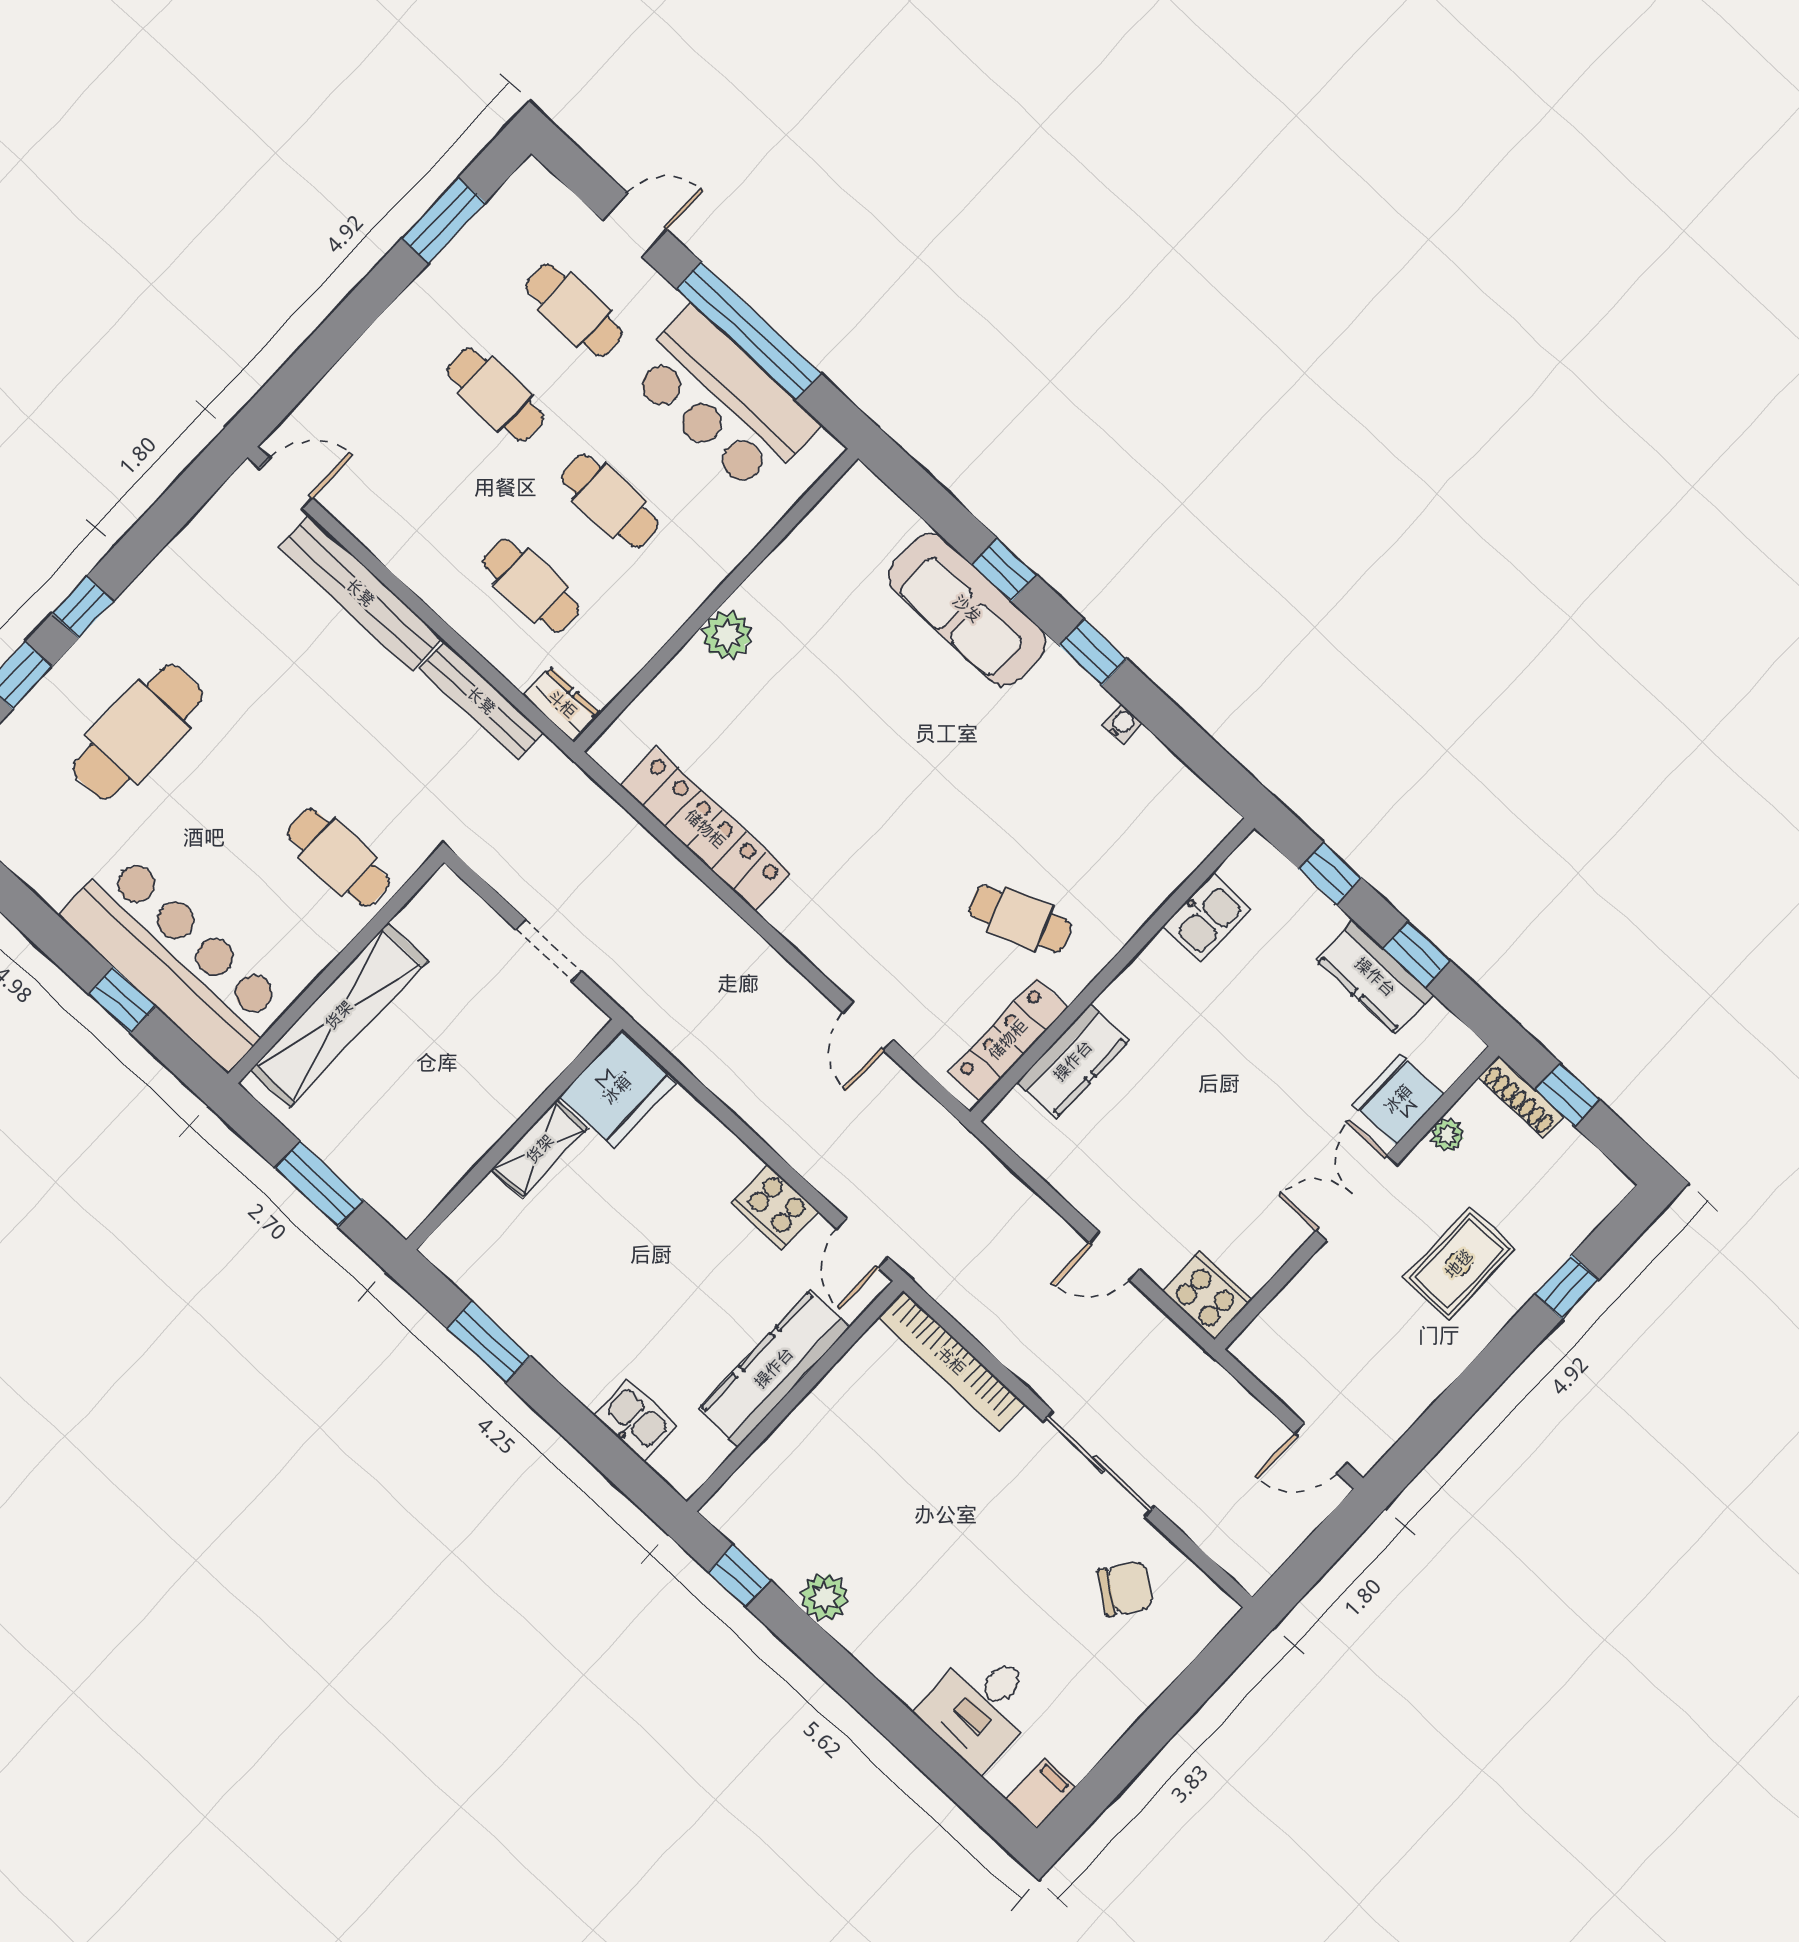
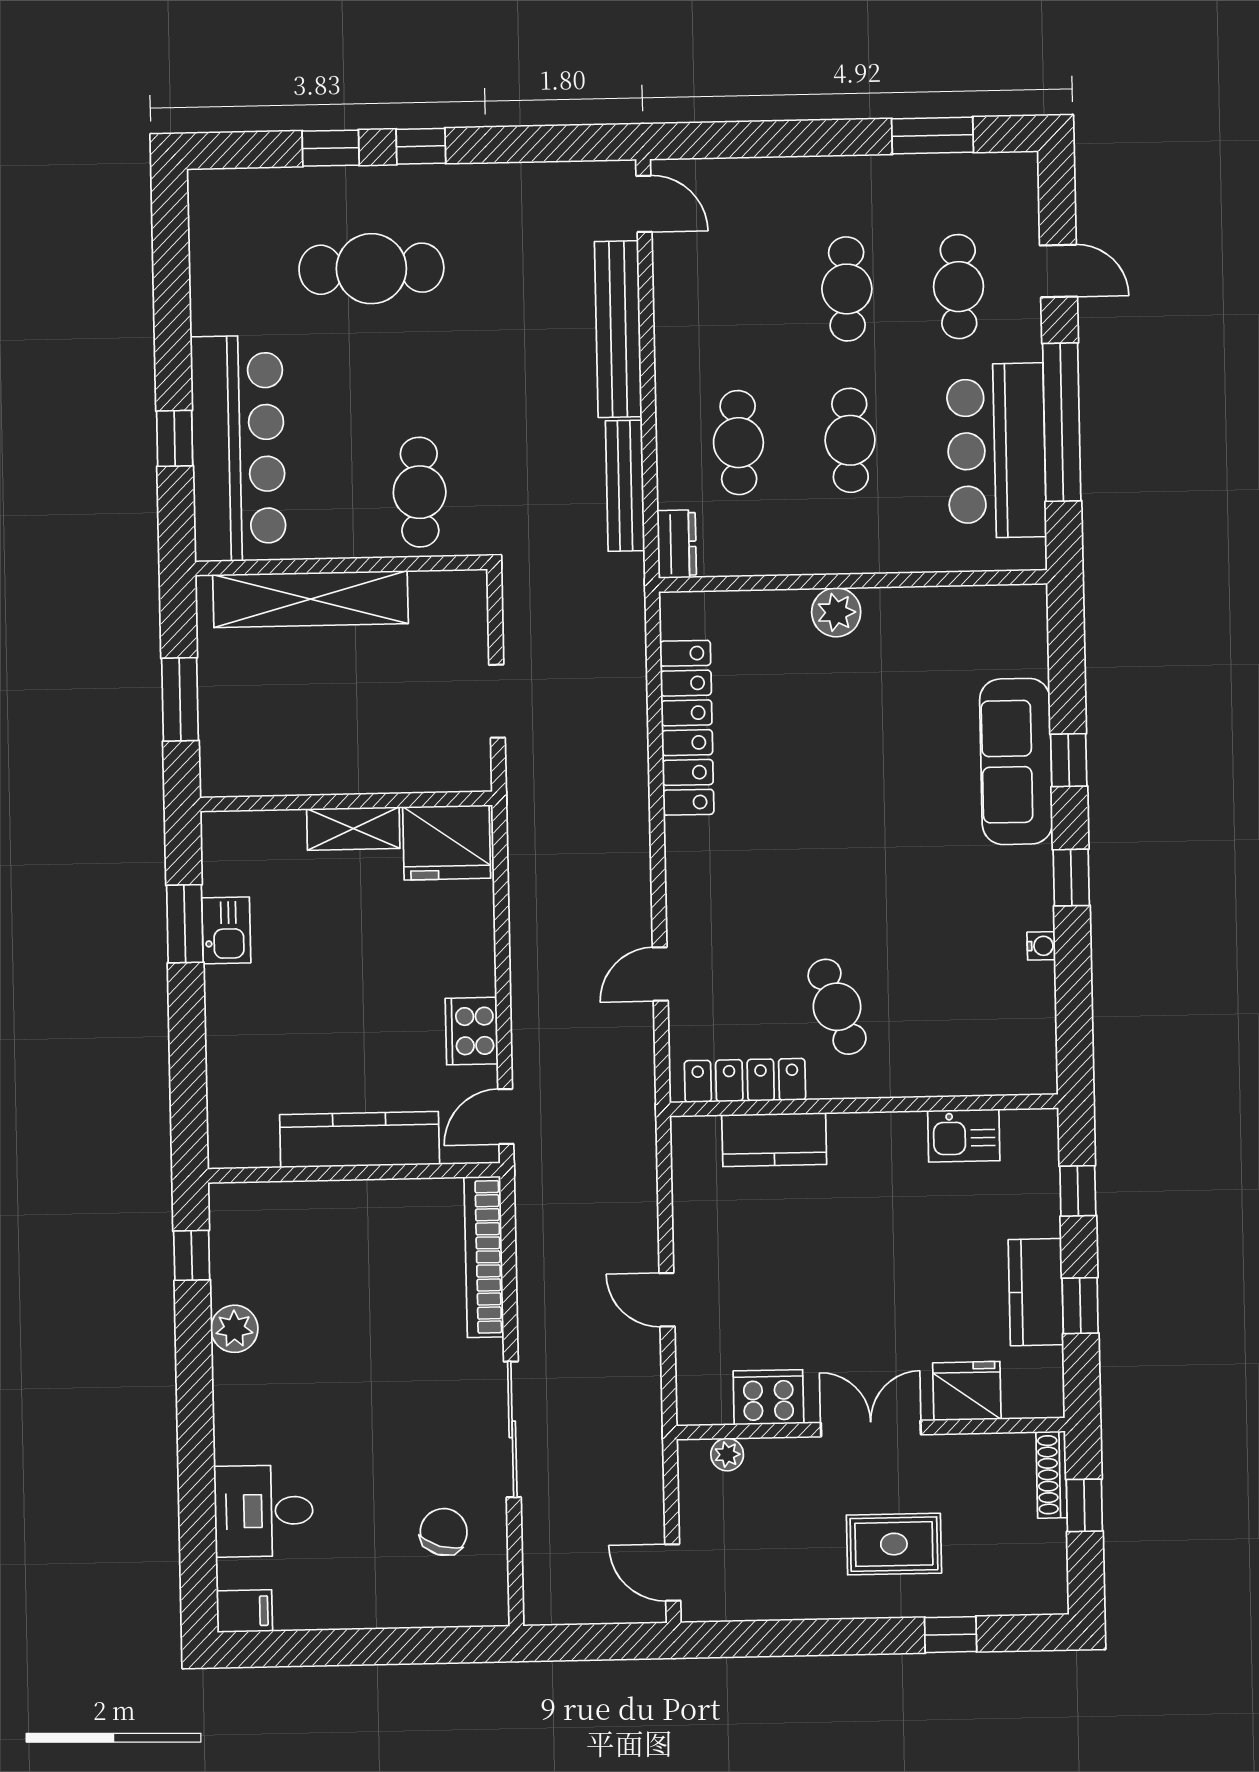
plant: (1448, 1135) -> (727, 1454), moved
cooker: (1207, 1295) -> (768, 1397), moved, turned -90
kitchen sink: (635, 1420) -> (226, 930), moved
chair: (1126, 1588) -> (444, 1532), turned -109

